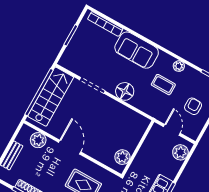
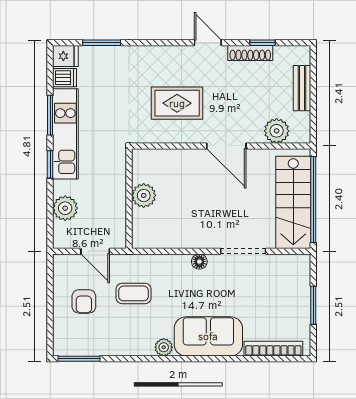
plant: (179, 66) -> (164, 347), moved
coffee table: (163, 85) -> (134, 293), moved
floor lamp: (125, 91) -> (199, 262), width x0.53, depth x0.53
plant: (180, 152) -> (65, 208), moved
plant: (122, 157) -> (144, 195), moved

